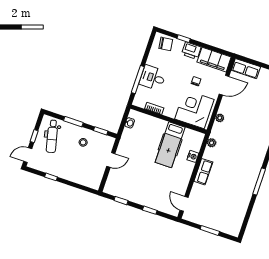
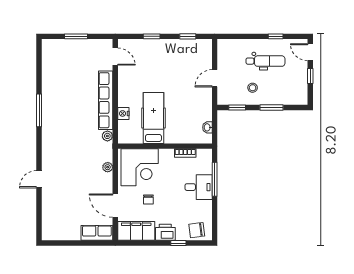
door: (224, 85) -> (115, 206), hinge flipped
dental chair: (52, 136) -> (265, 61), moved, turned 103
door: (28, 155) -> (310, 52), swing flipped
row of seats: (203, 172) -> (106, 100), width x2.02

